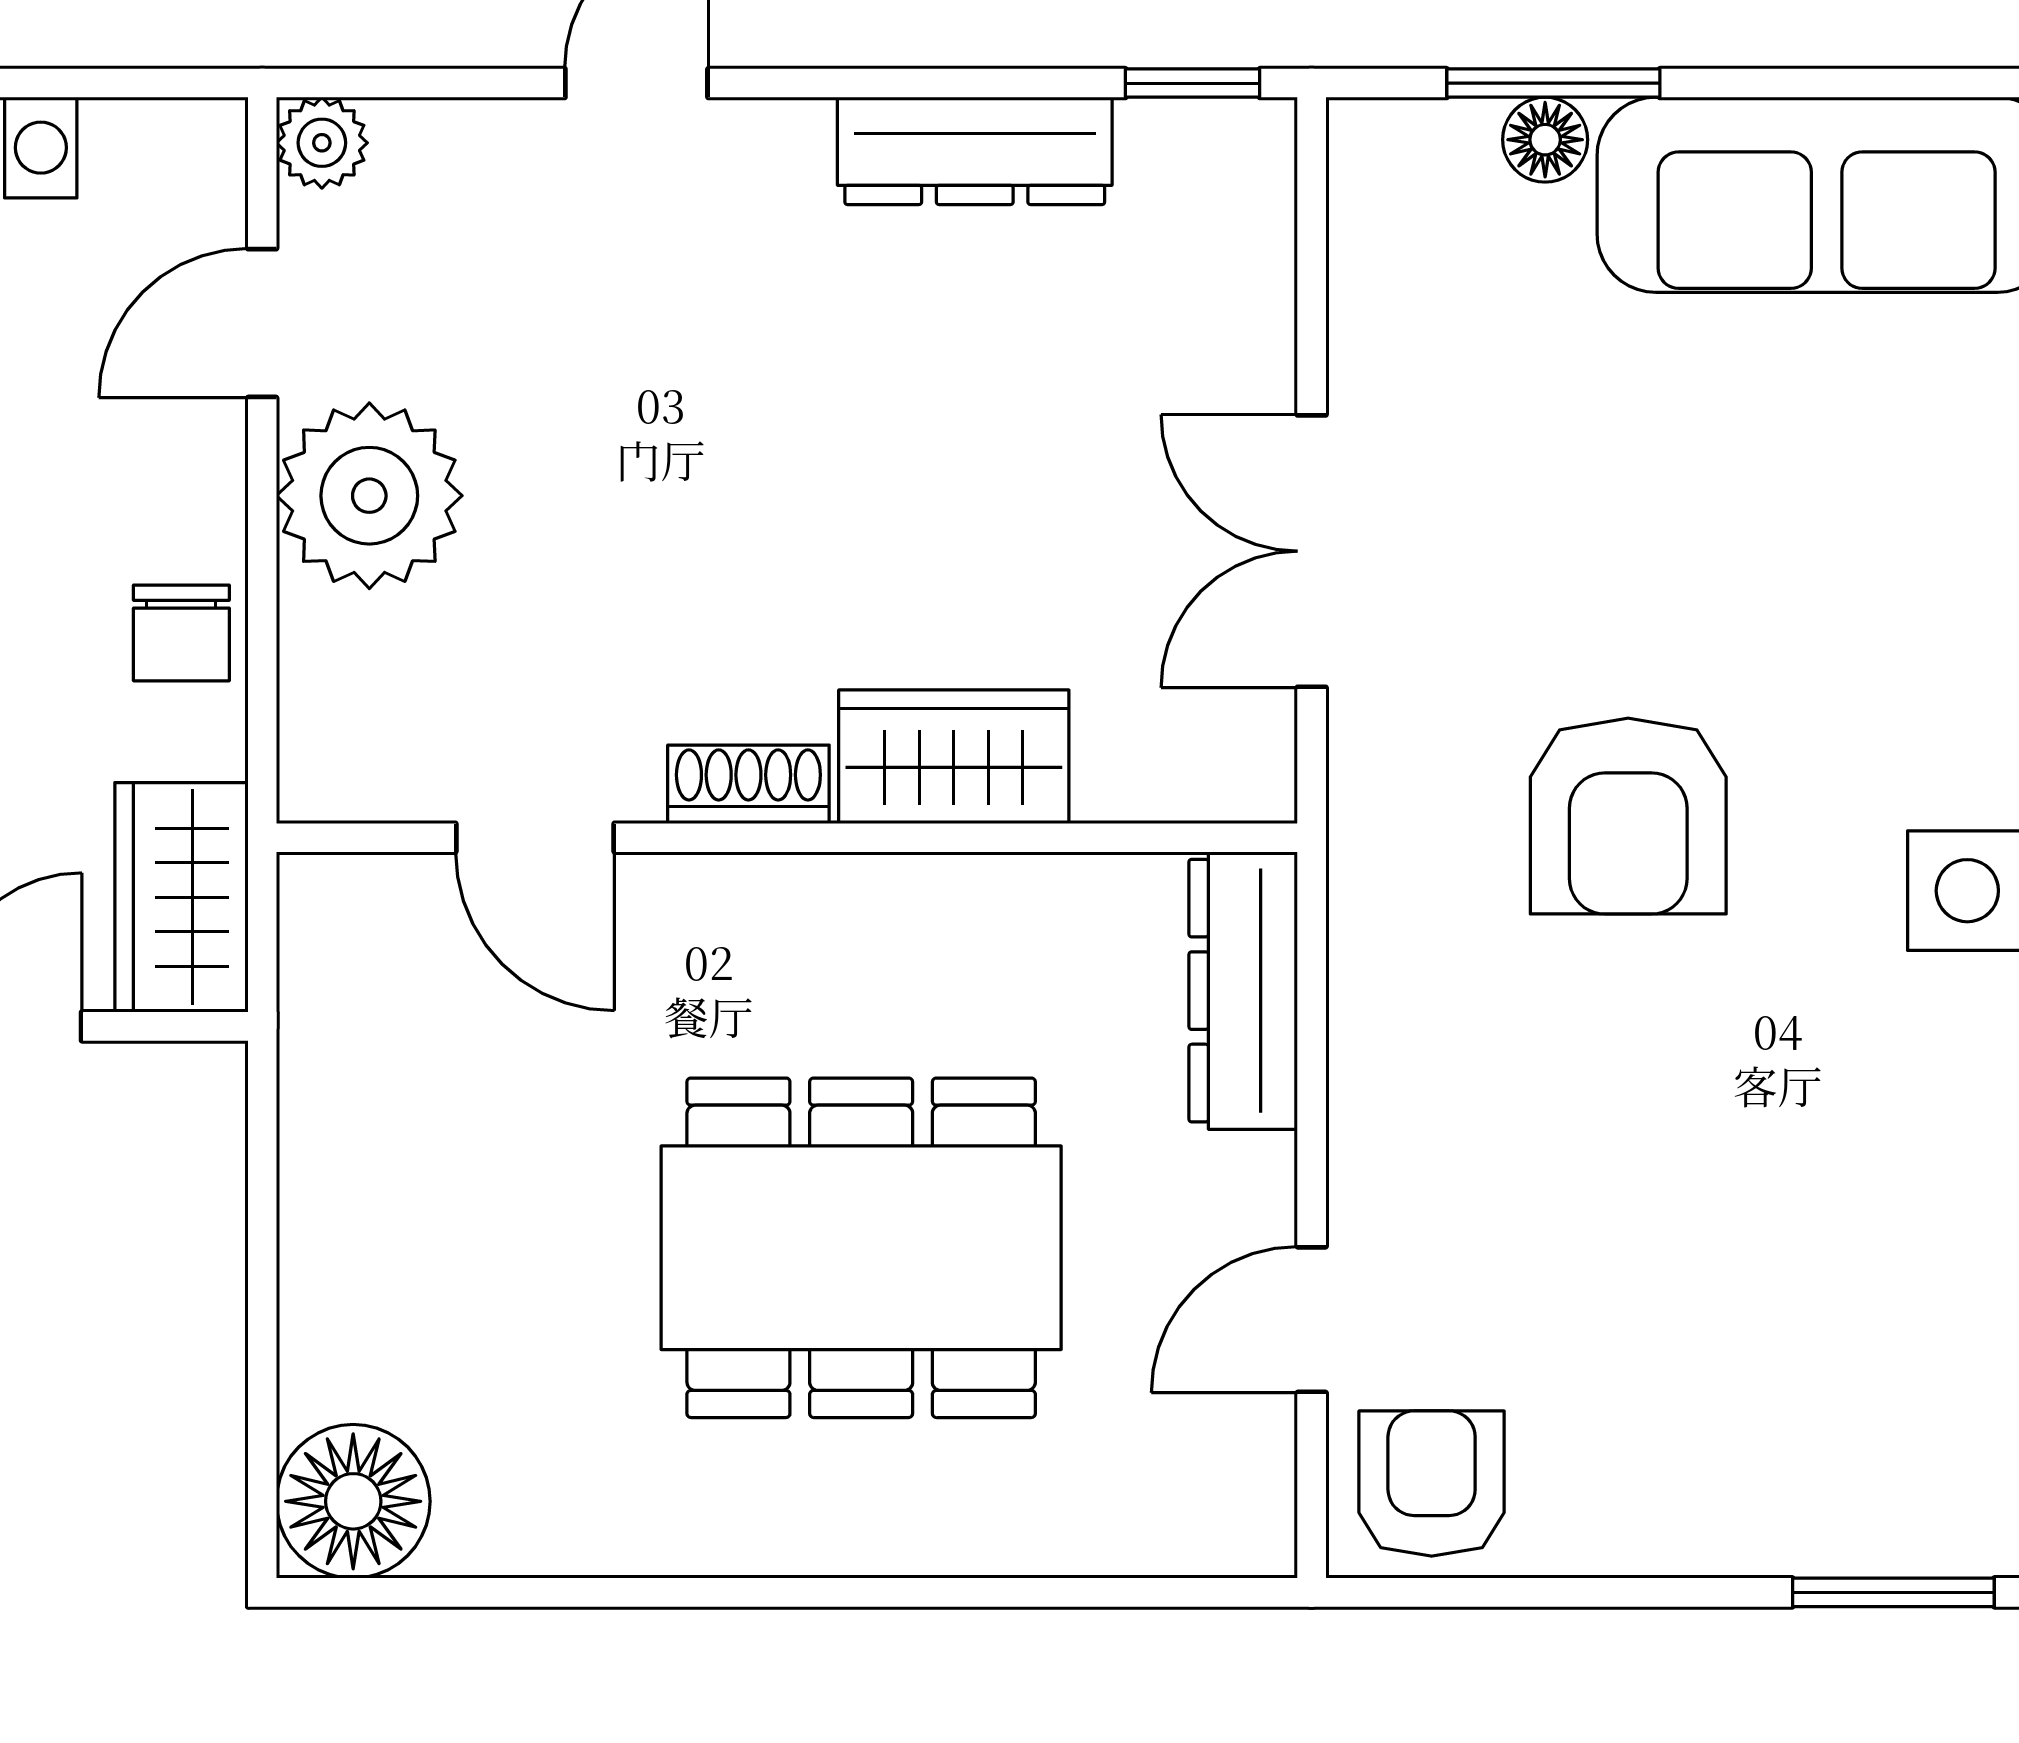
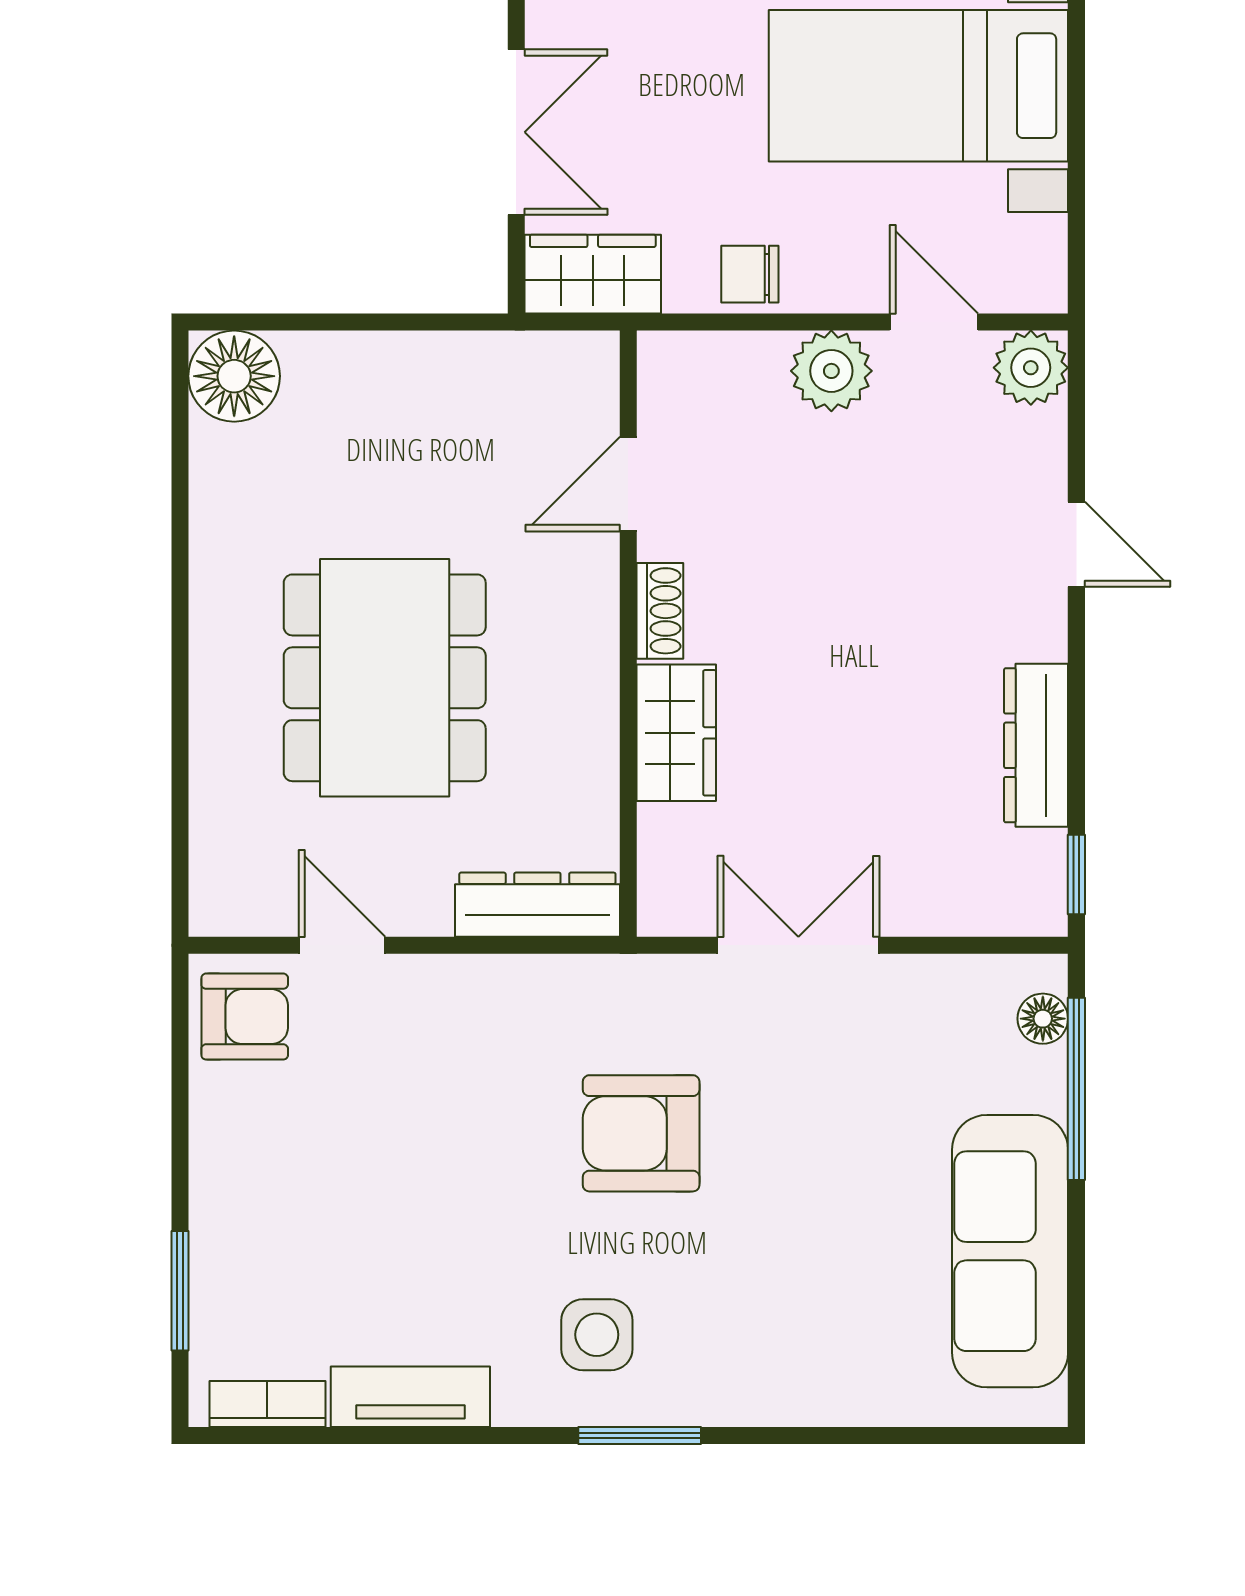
window: (1553, 83) -> (1076, 1089), width x1.44
floor lamp: (1545, 140) -> (1043, 1019), moved
plant: (322, 143) -> (1031, 368), width x1.38, depth x1.38
plant: (369, 496) -> (831, 371), width x0.73, depth x0.73

